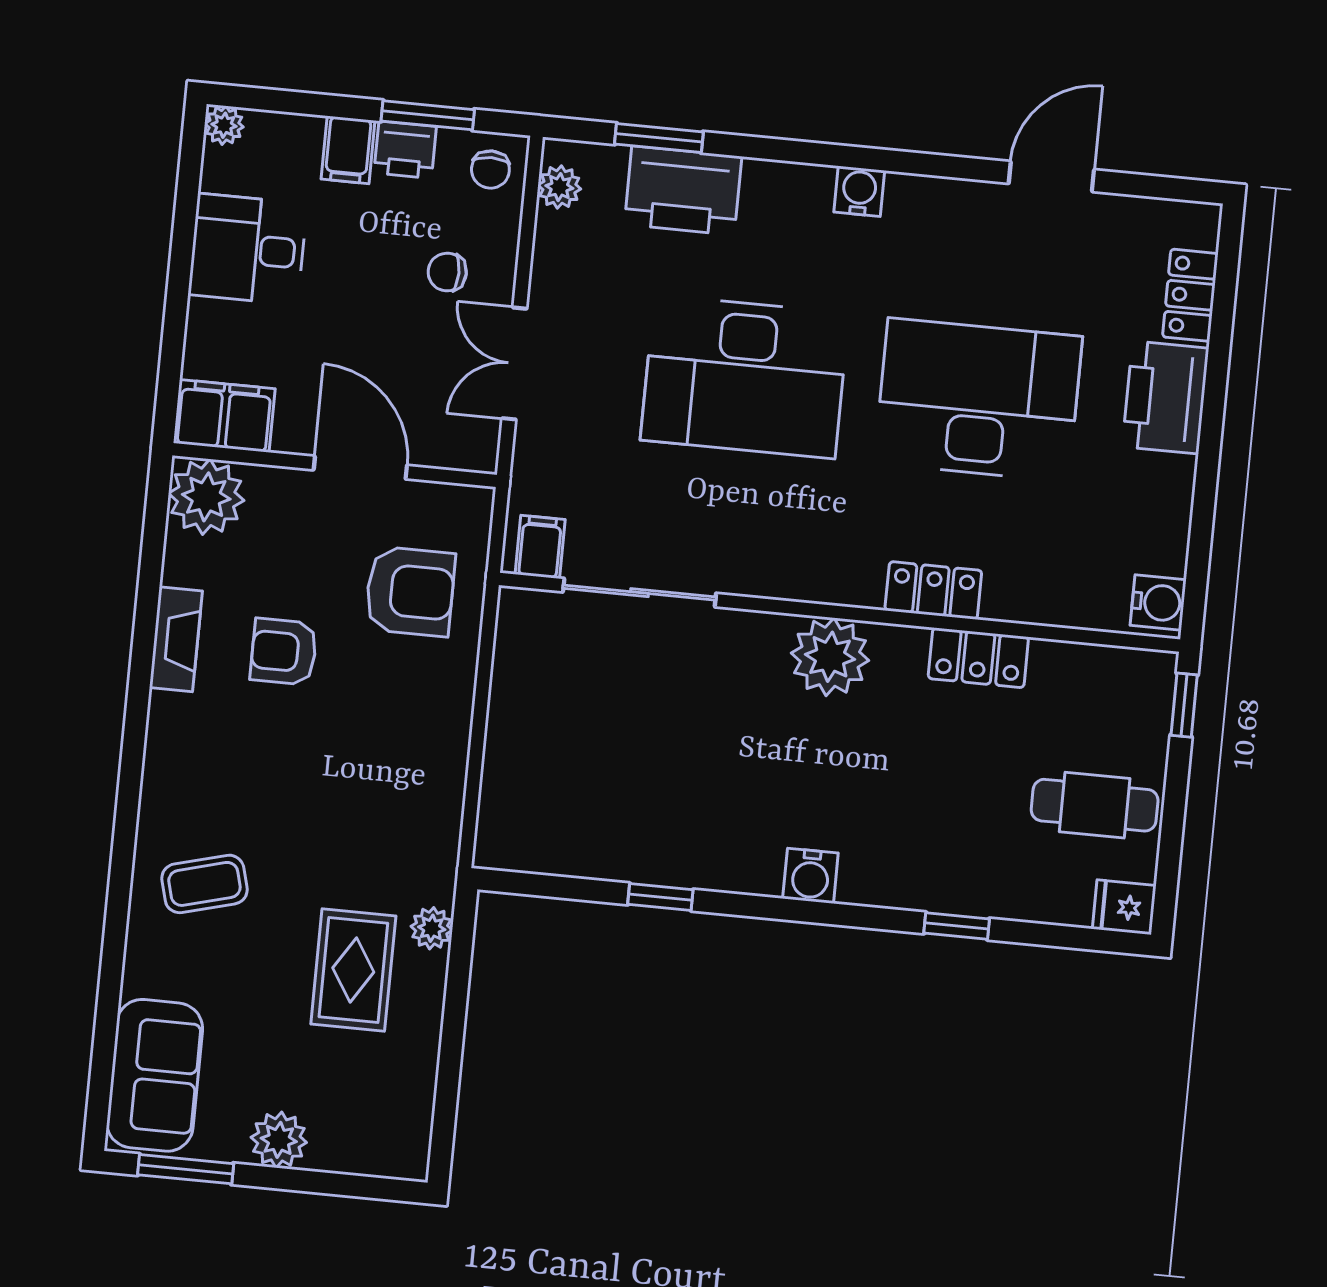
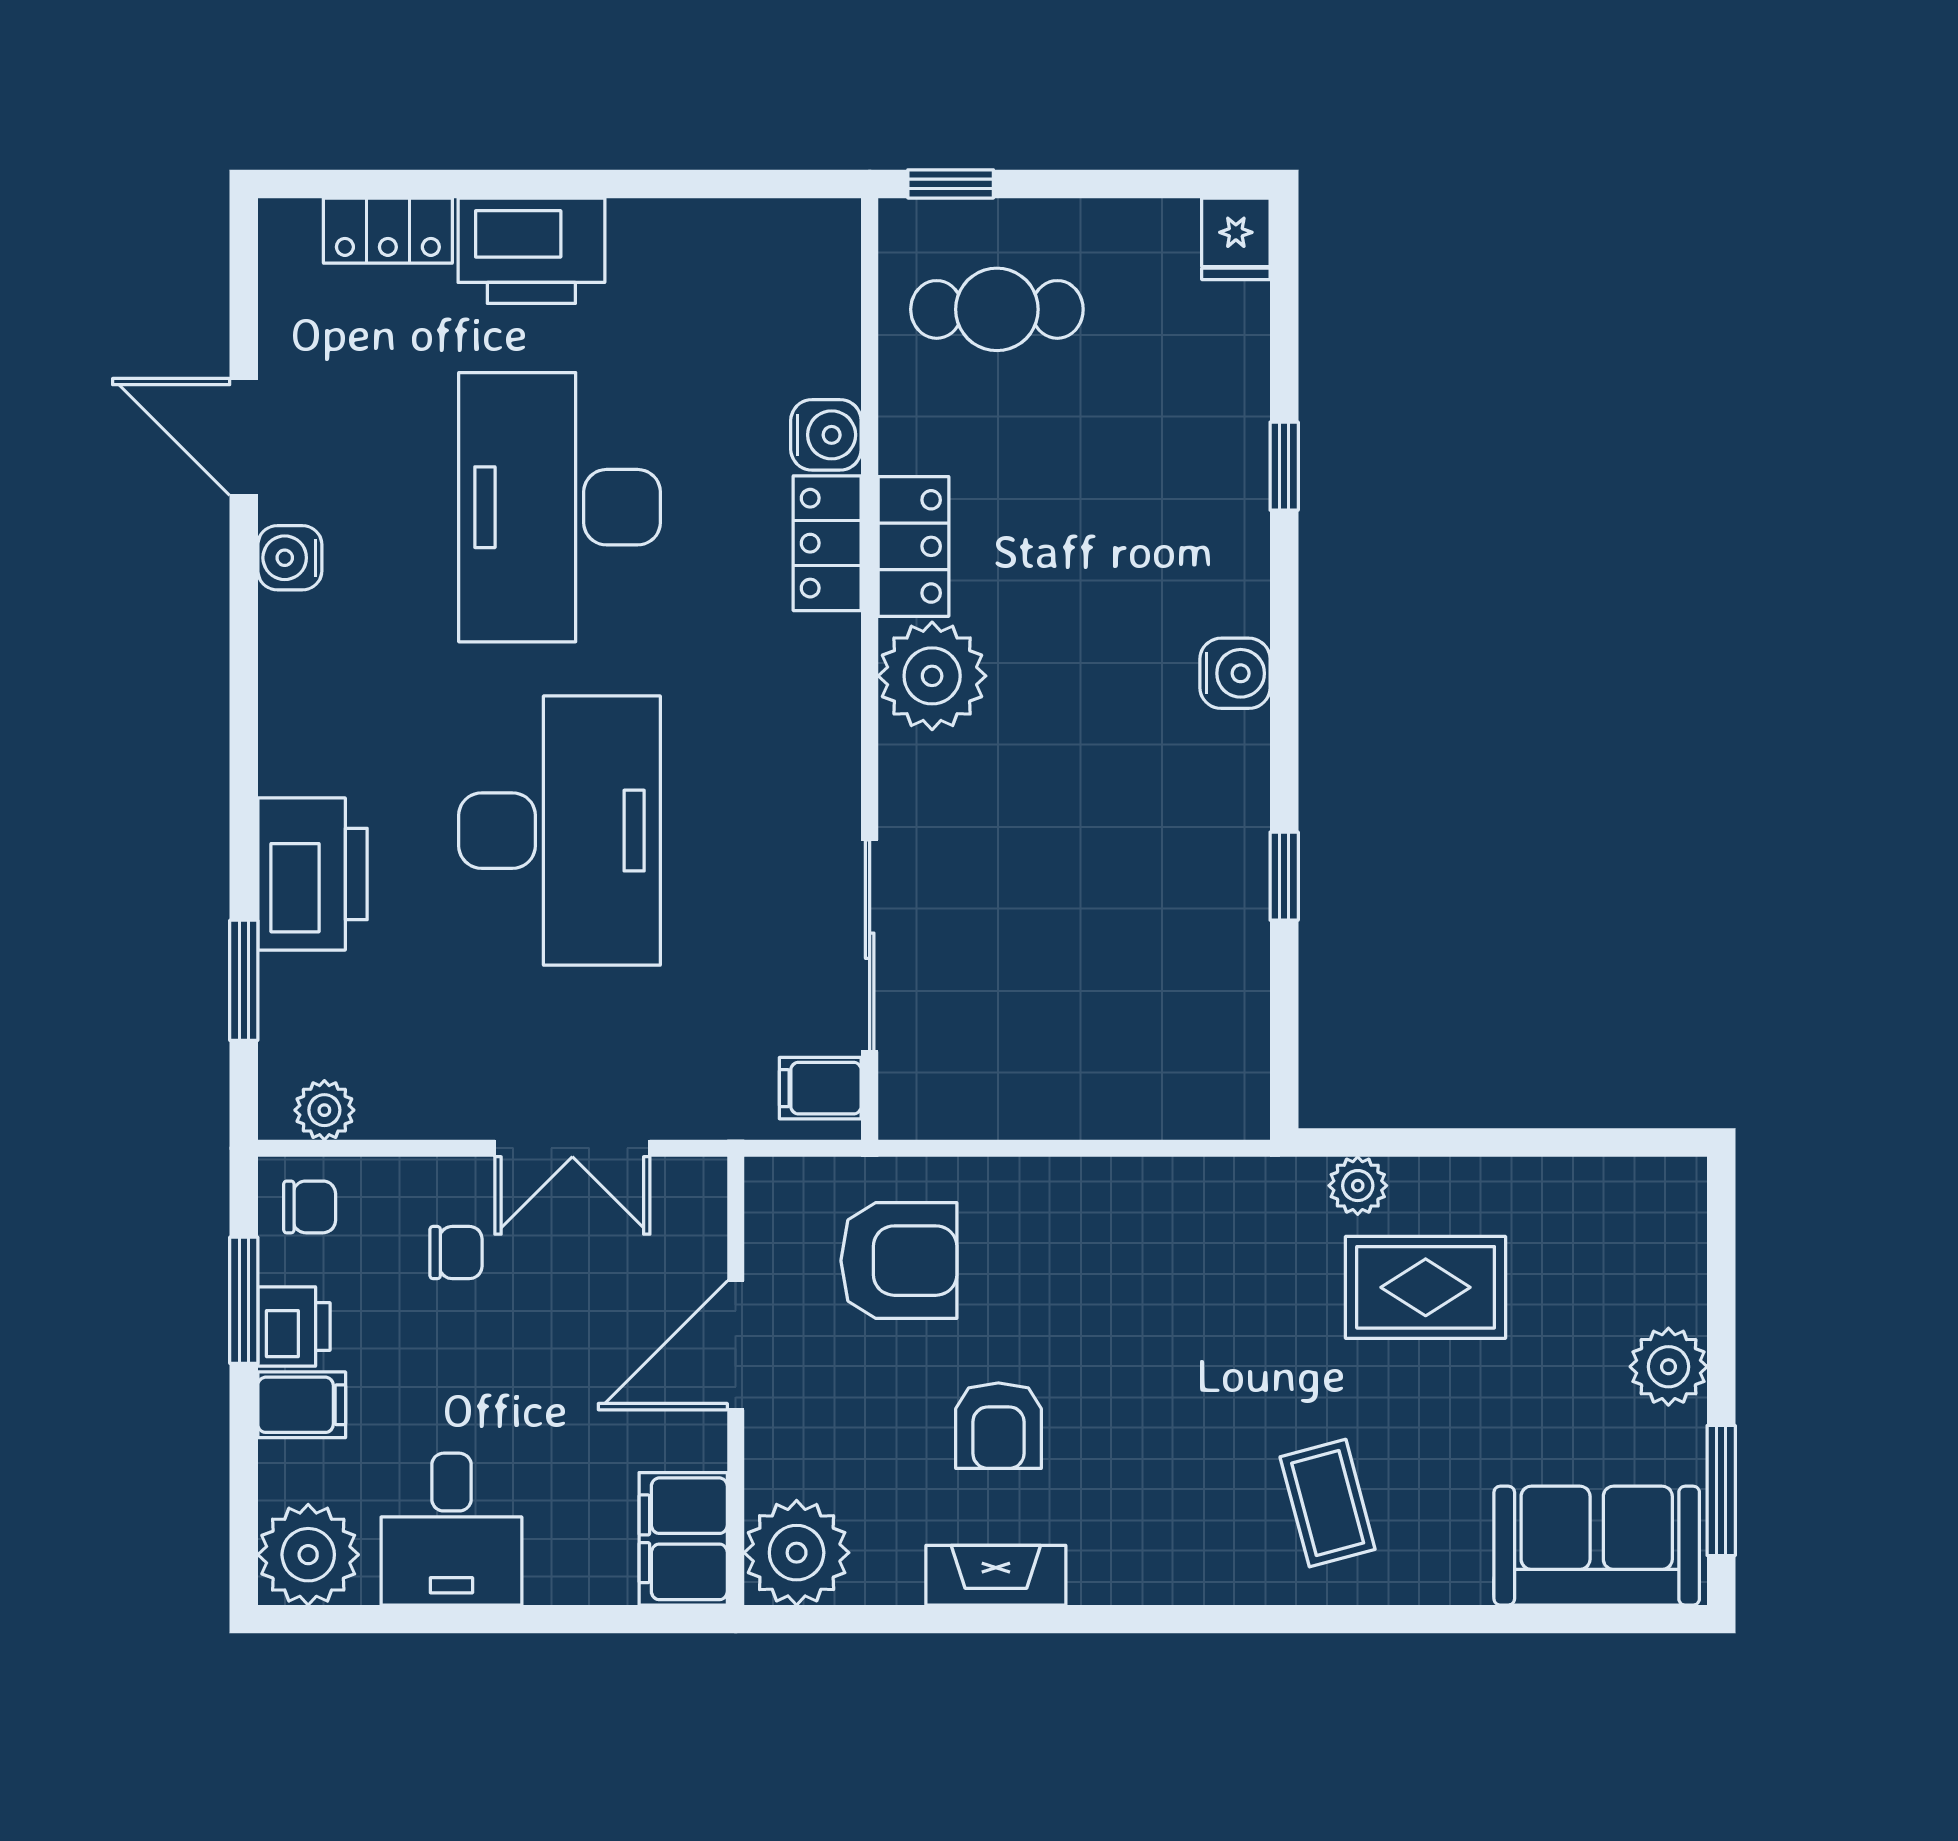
plant: (224, 125) -> (308, 1555), width x1.88, depth x1.88
printer: (683, 190) -> (312, 874), moved
water cooler: (859, 191) -> (290, 558), moved
chair: (447, 272) -> (456, 1253), turned -90
armchair: (410, 591) -> (899, 1261), turned 90
water cooler: (1158, 603) -> (826, 435), moved, turned 90
locker: (978, 658) -> (913, 546), moved
cafe table: (1095, 805) -> (997, 309), moved, turned 90

